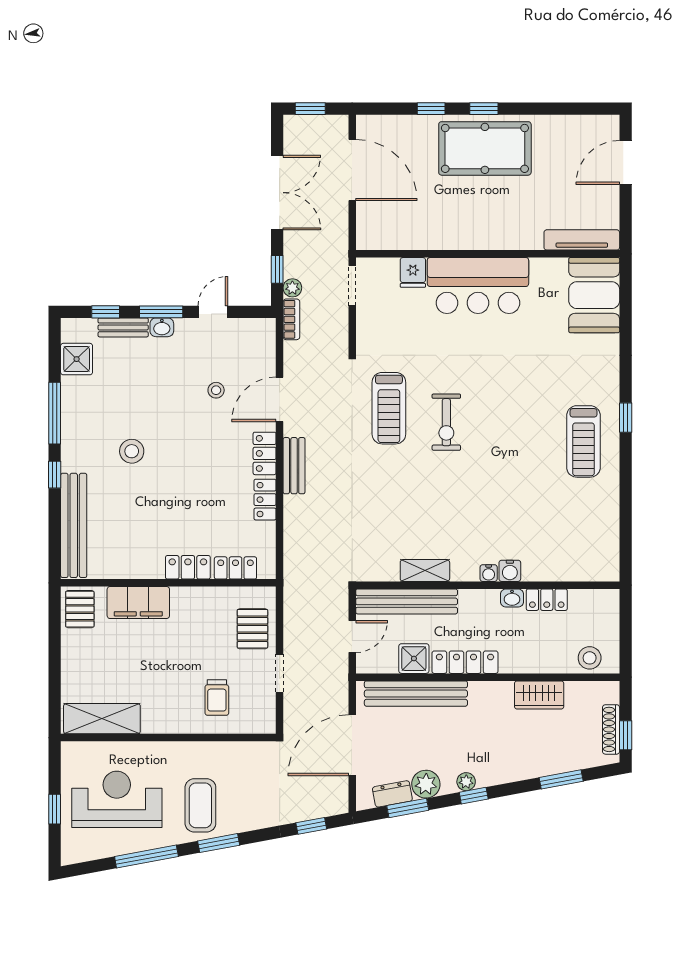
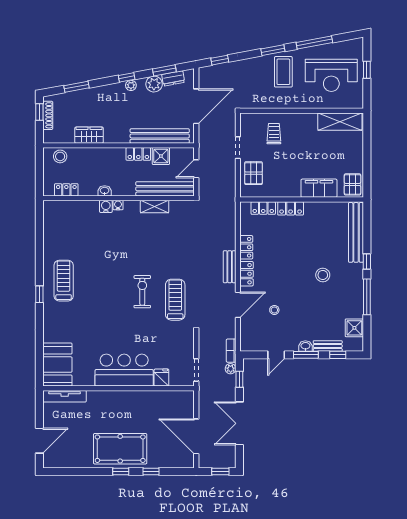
locker: (547, 600) -> (66, 190), moved
locker: (465, 662) -> (138, 154), width x0.66

